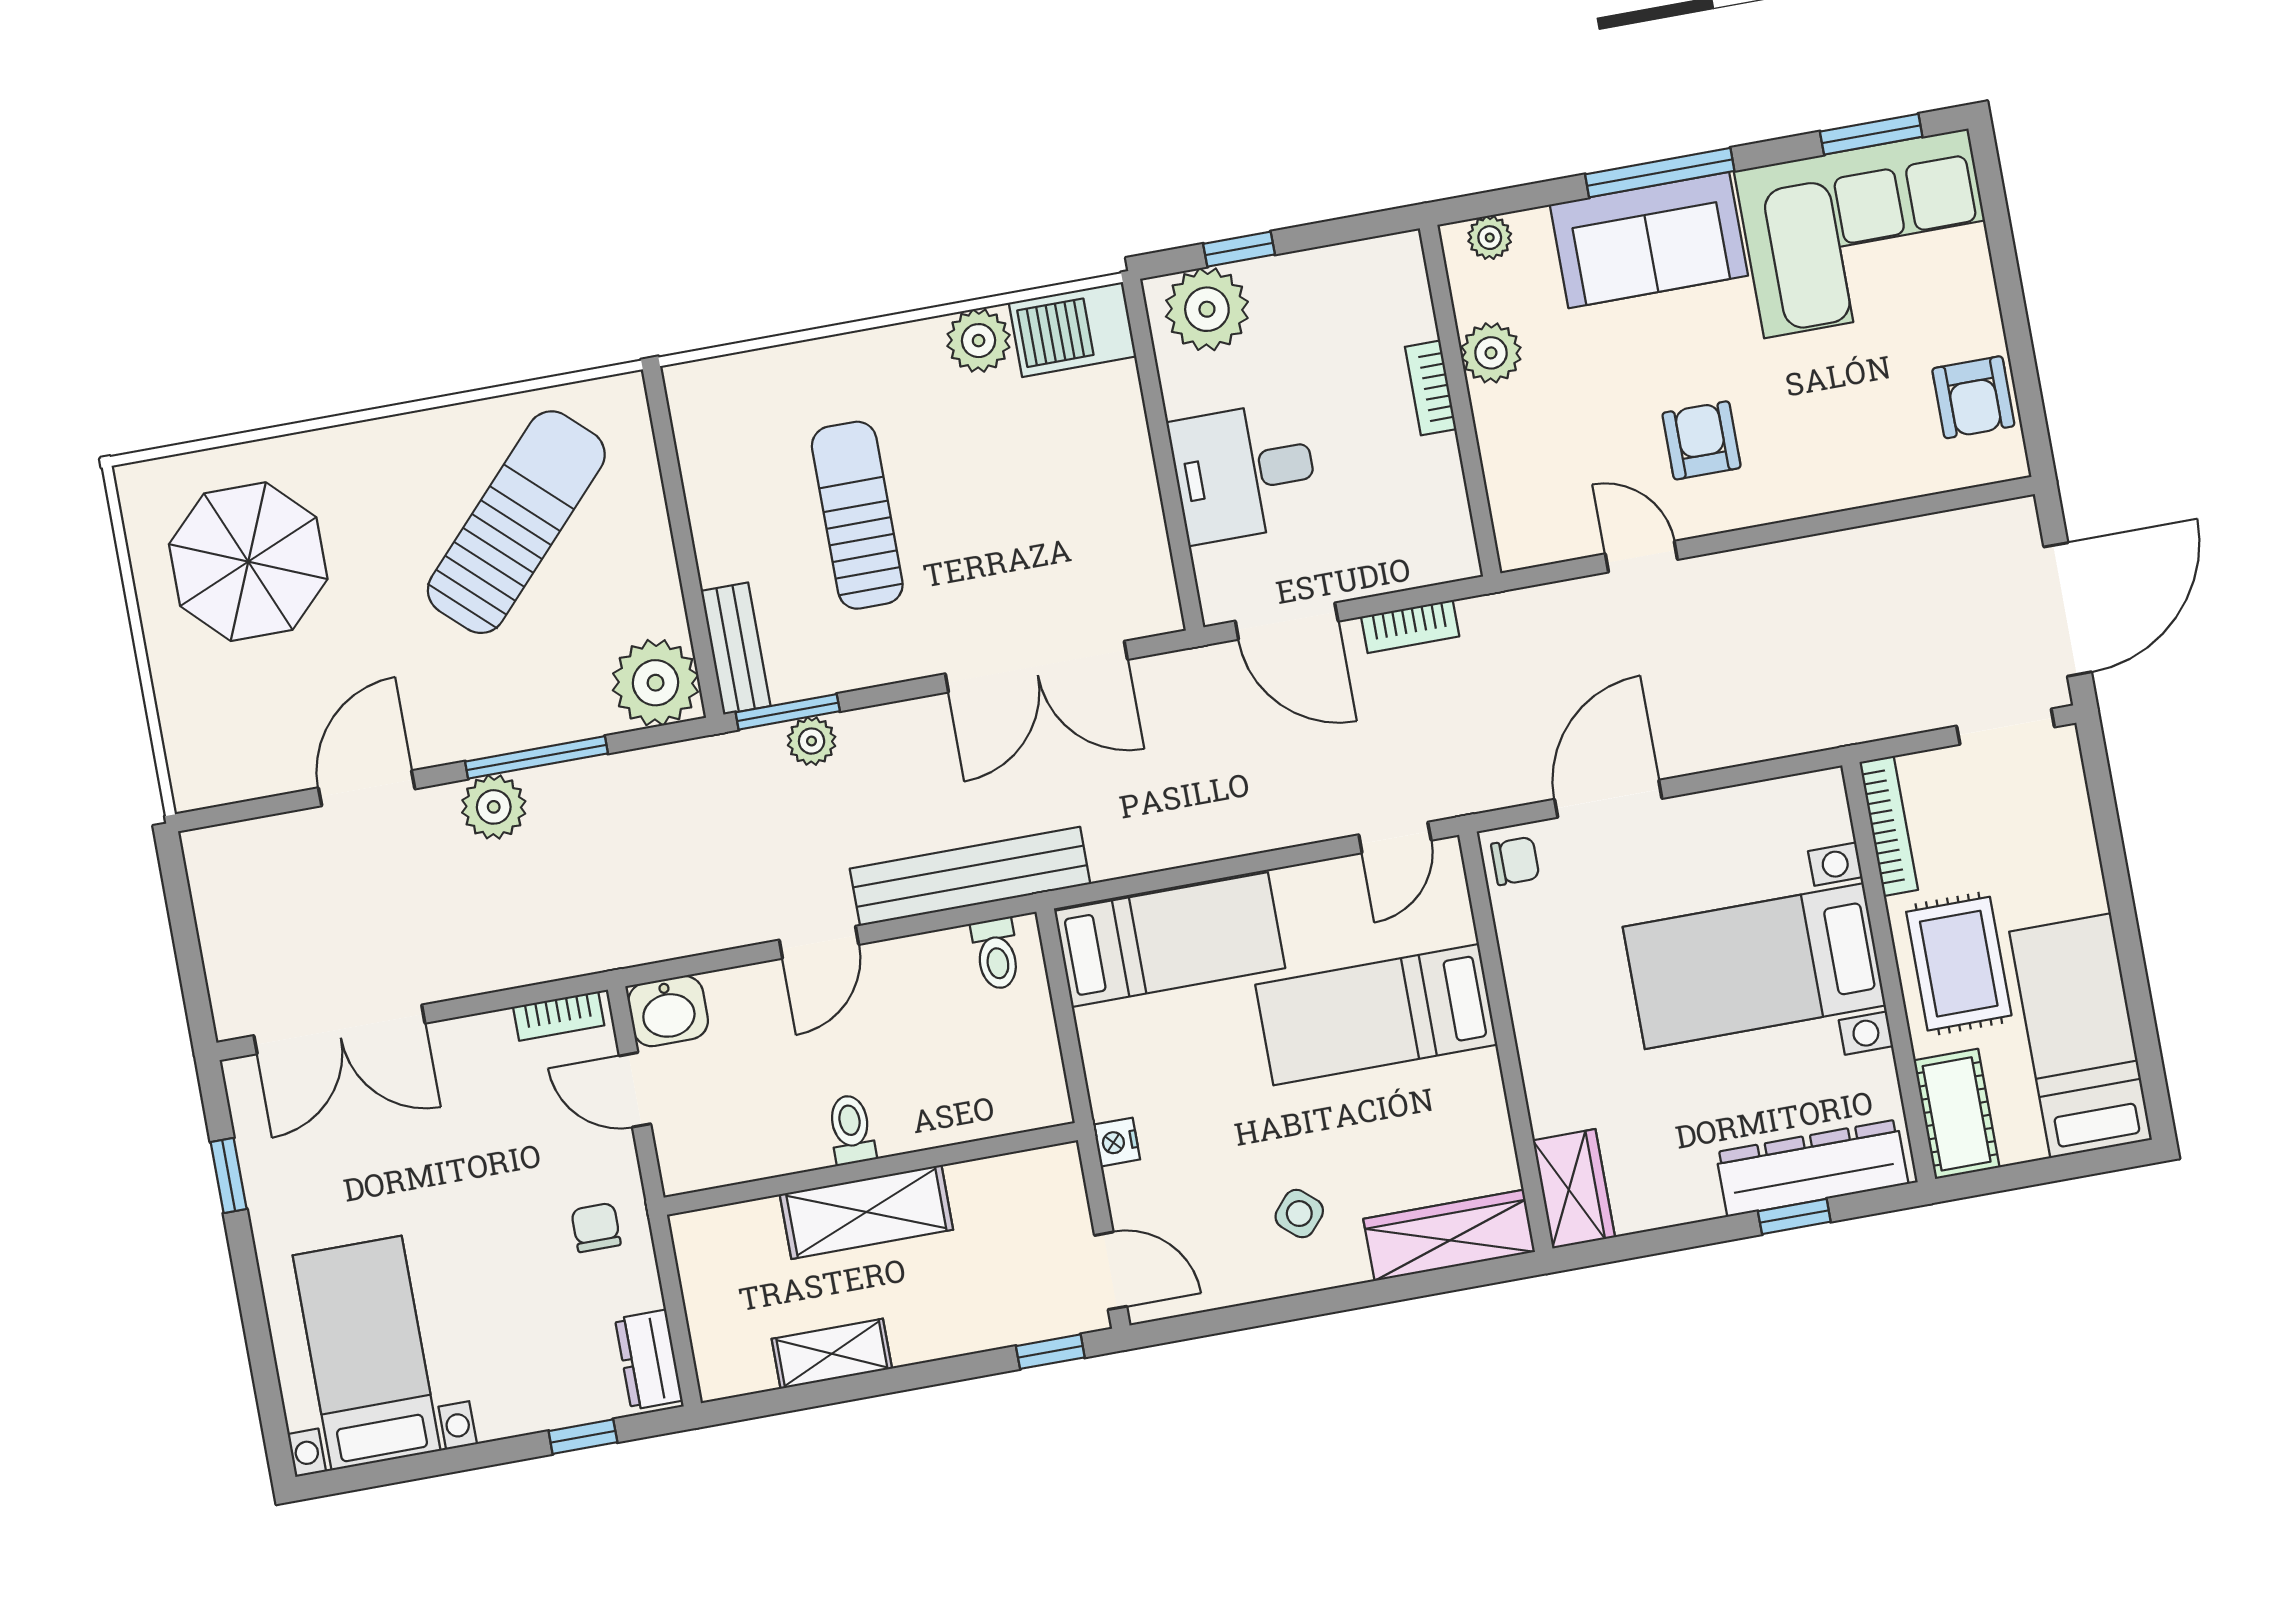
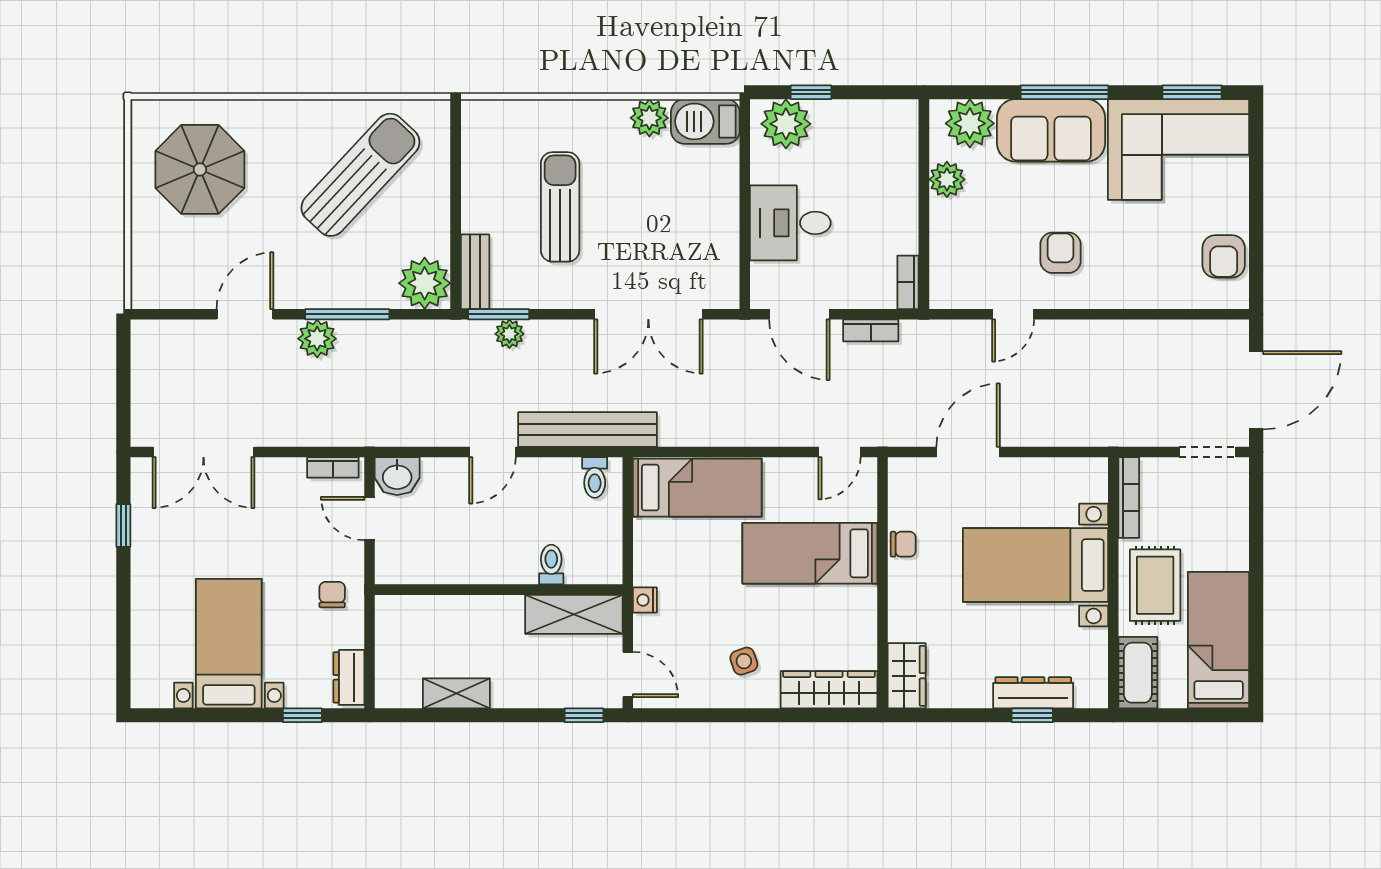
plant: (1490, 238) -> (970, 123), width x1.87, depth x1.87
bookcase: (1431, 388) -> (908, 282), moved
door: (1641, 557) -> (1013, 314), swing flipped
chair: (1515, 861) -> (903, 544), moved
toilet: (851, 1129) -> (551, 565), moved
dresser: (1812, 1168) -> (1033, 693), width x0.73, depth x0.80
shelving: (866, 1212) -> (574, 614), moved
side table: (1299, 1214) -> (744, 661), turned 30
bed with nightstands: (367, 1353) -> (229, 644), moved

